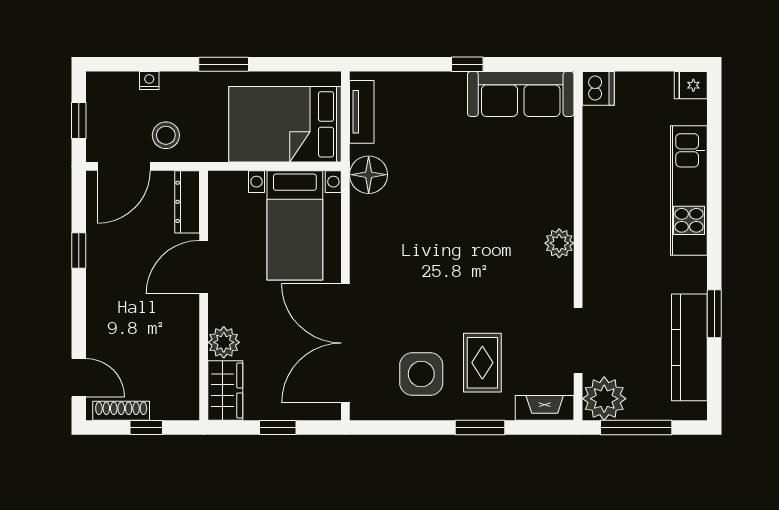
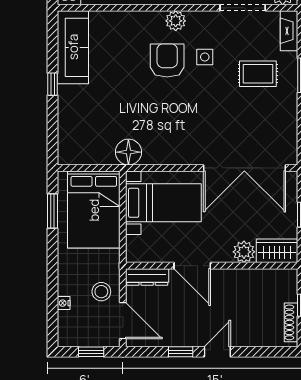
window: (224, 64) -> (52, 211), moved
tv unit: (362, 112) -> (85, 157), removed
armchair: (502, 231) -> (167, 60), added
side table: (421, 374) -> (205, 57), moved, width x0.54, depth x0.54
door: (79, 378) -> (217, 352), moved

